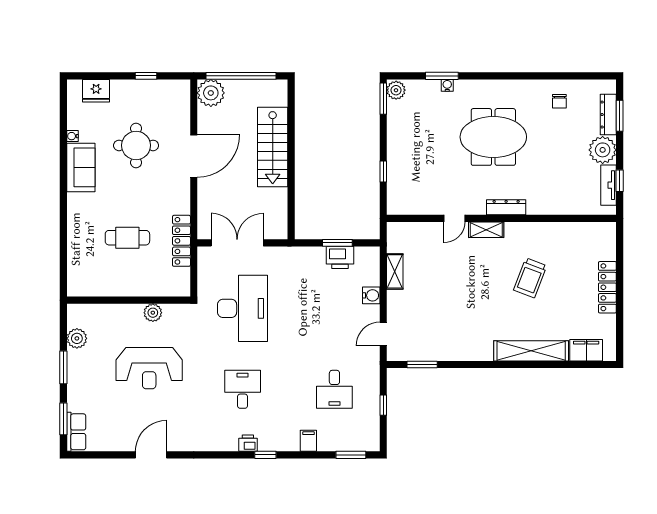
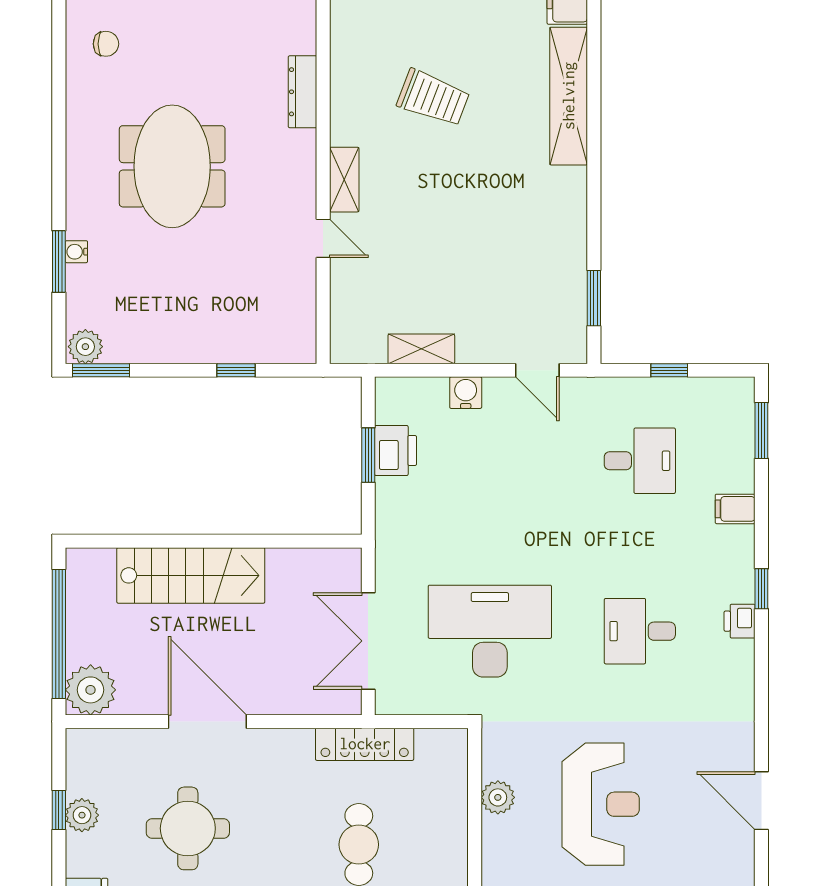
plant: (143, 88) -> (82, 815), added
dresser: (506, 207) -> (303, 92), moved

